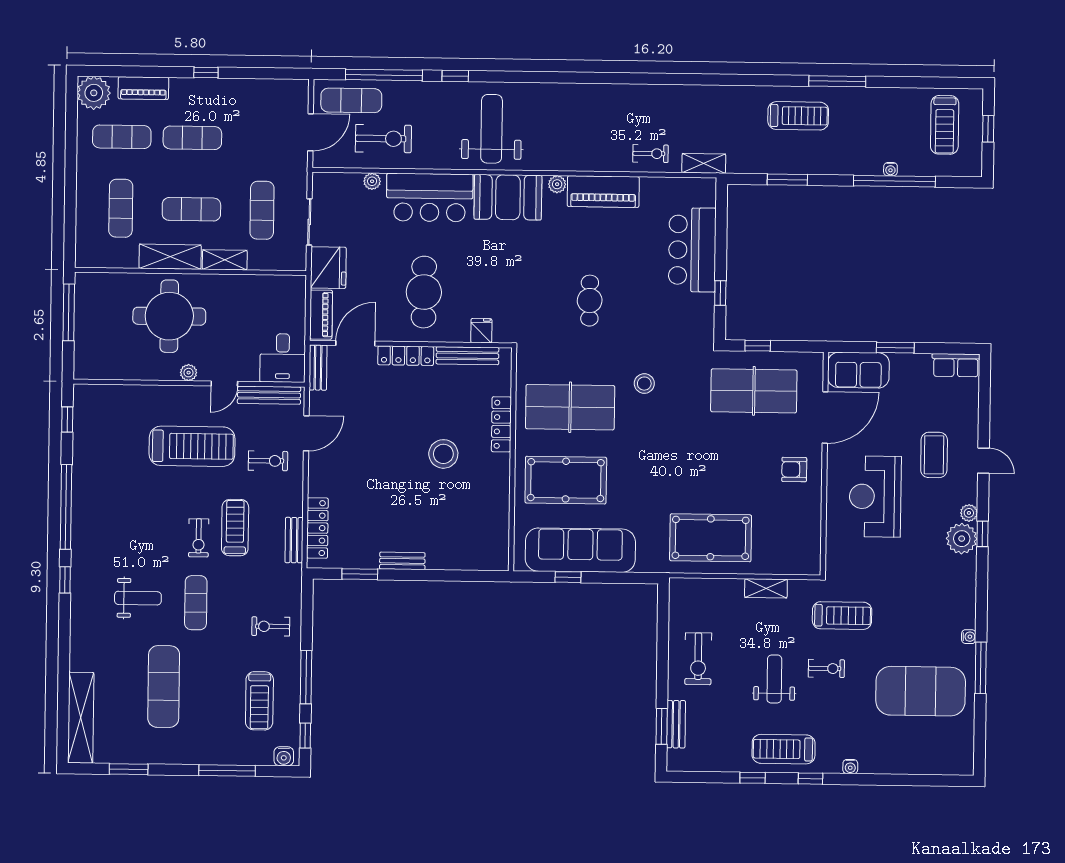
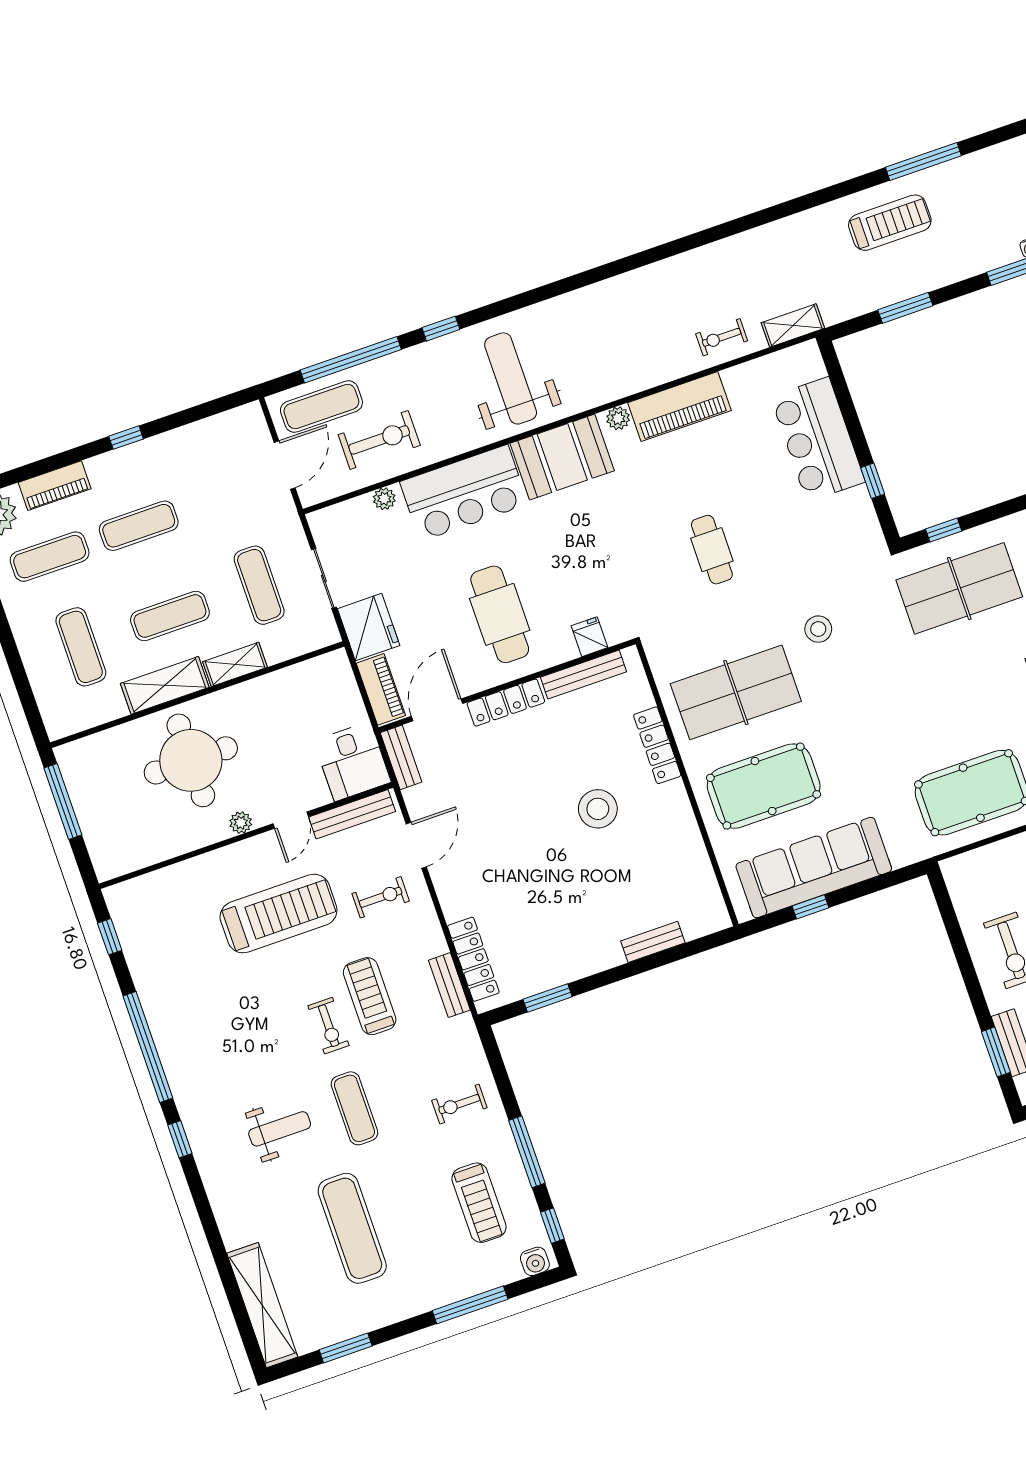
exercise bike: (651, 154) -> (722, 337), turned 180
bench: (402, 561) -> (653, 942), moved

